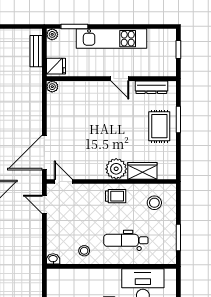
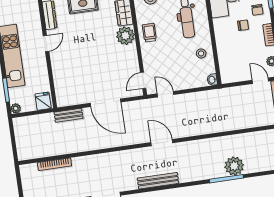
bench: (36, 51) -> (69, 115), moved
plant: (52, 87) -> (61, 102), removed
door: (44, 152) -> (105, 103), moved
door: (44, 204) -> (165, 94), swing flipped

